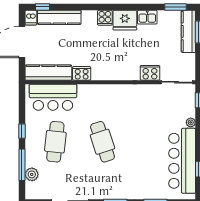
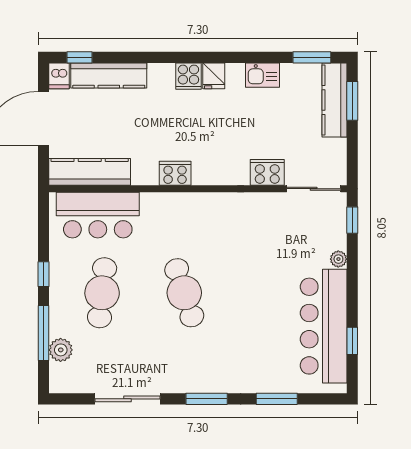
fridge: (125, 20) -> (214, 76), width x0.53, depth x0.75
cooker: (82, 73) -> (175, 173), moved

